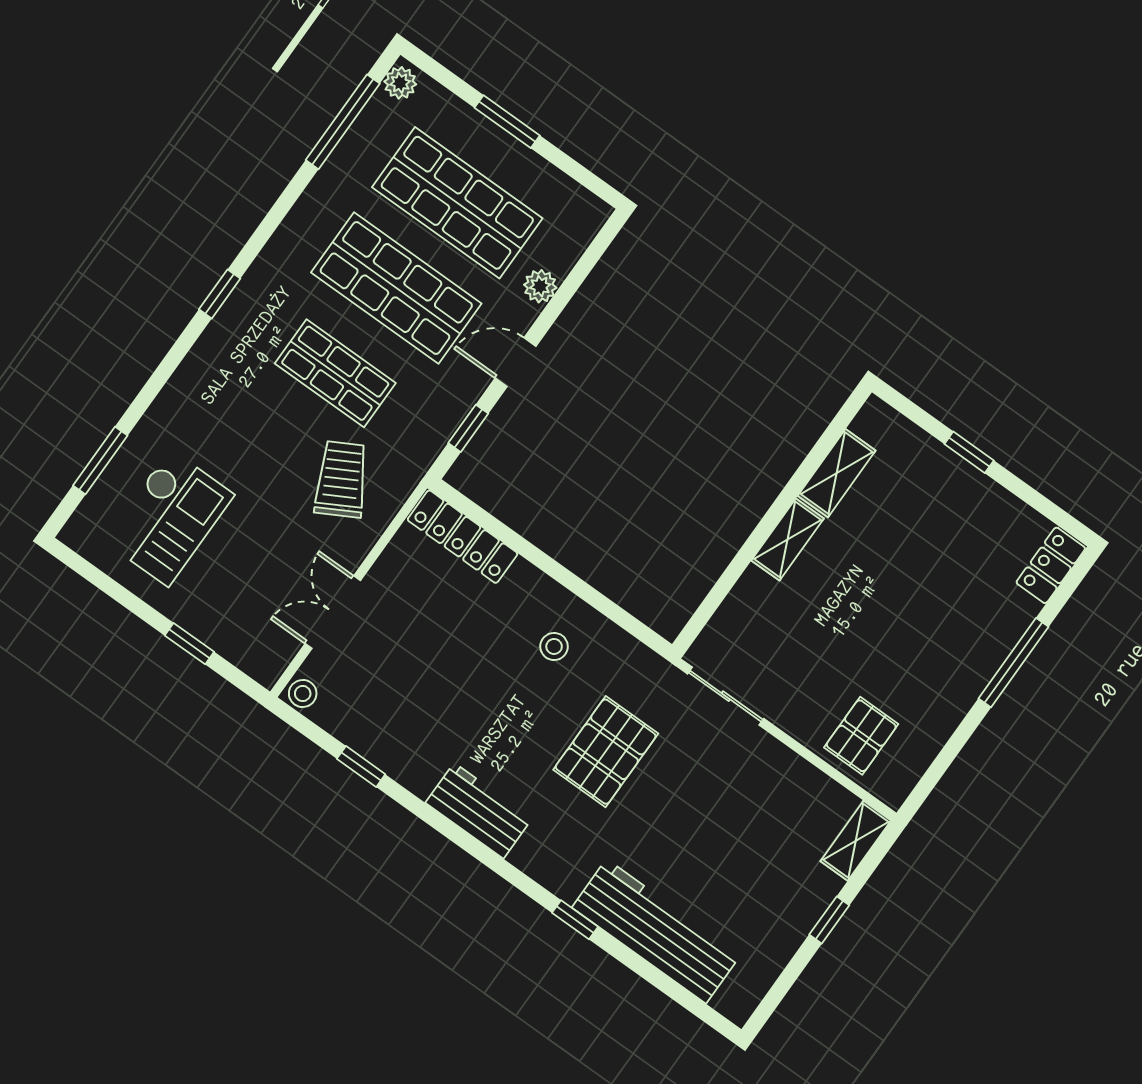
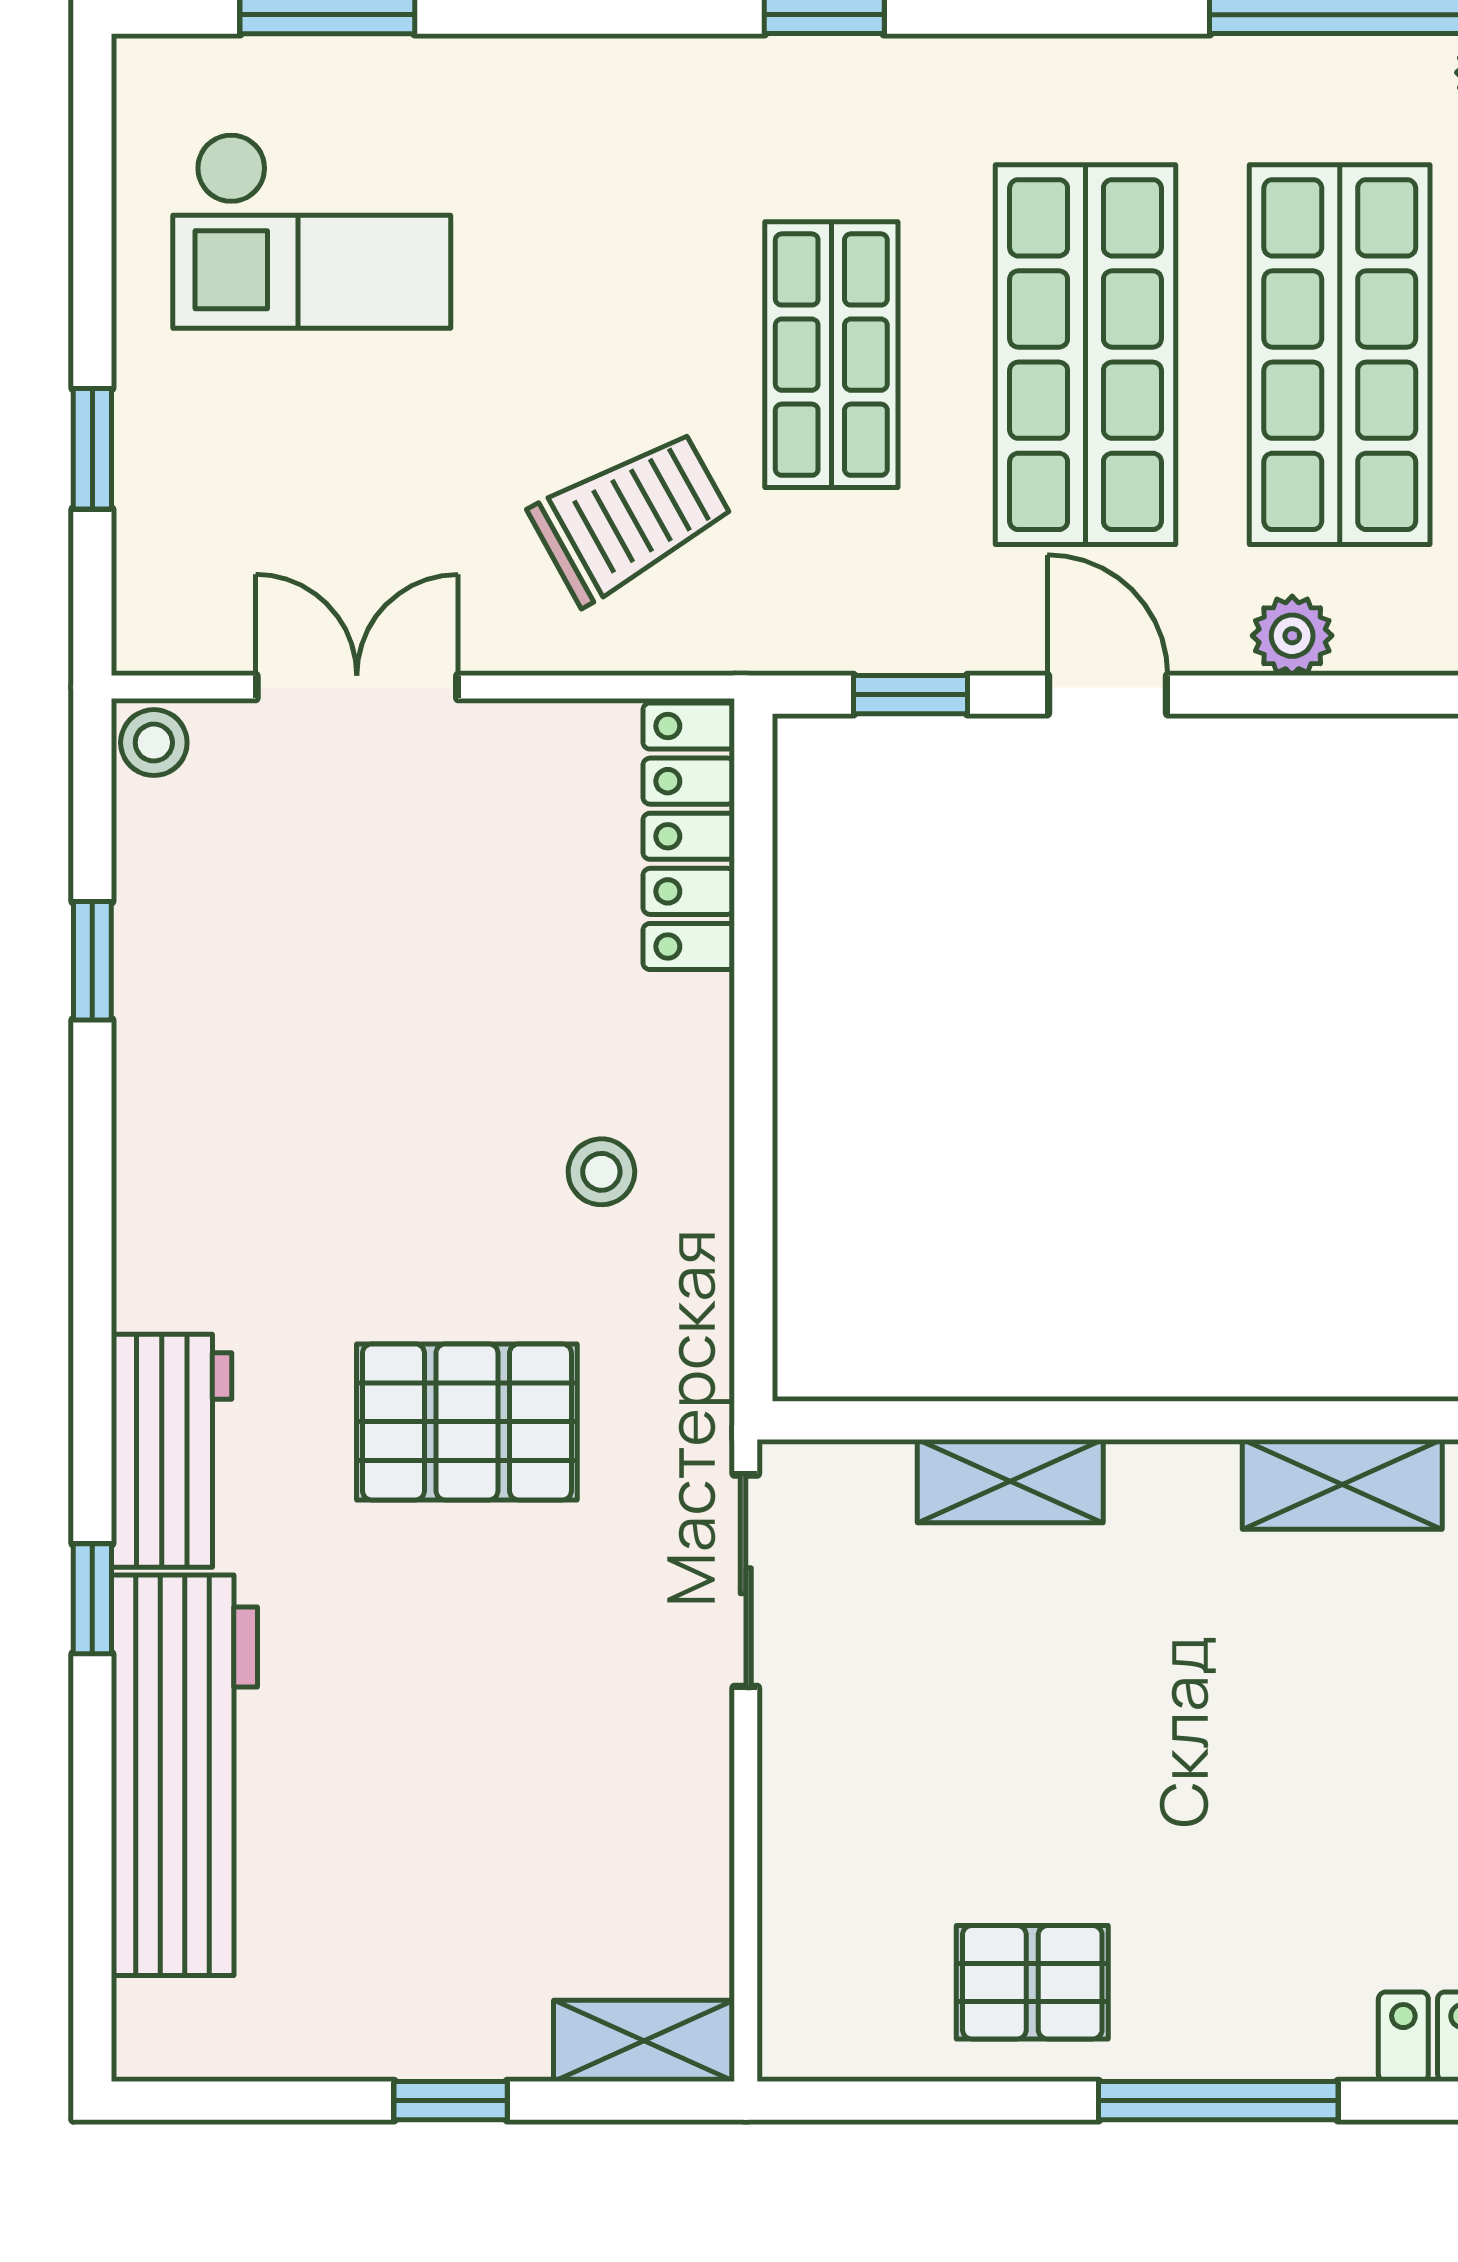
shelving: (788, 540) -> (1010, 1481), moved
pallet: (861, 736) -> (1032, 1982), moved
workbench: (479, 811) -> (171, 1451), moved

